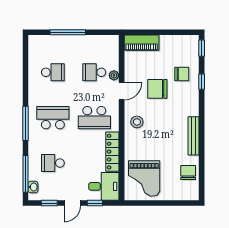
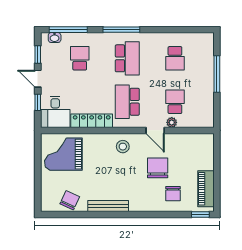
piano: (142, 43) -> (206, 189), moved
window: (202, 82) -> (165, 214), removed
chair: (188, 172) -> (70, 200), turned -65

